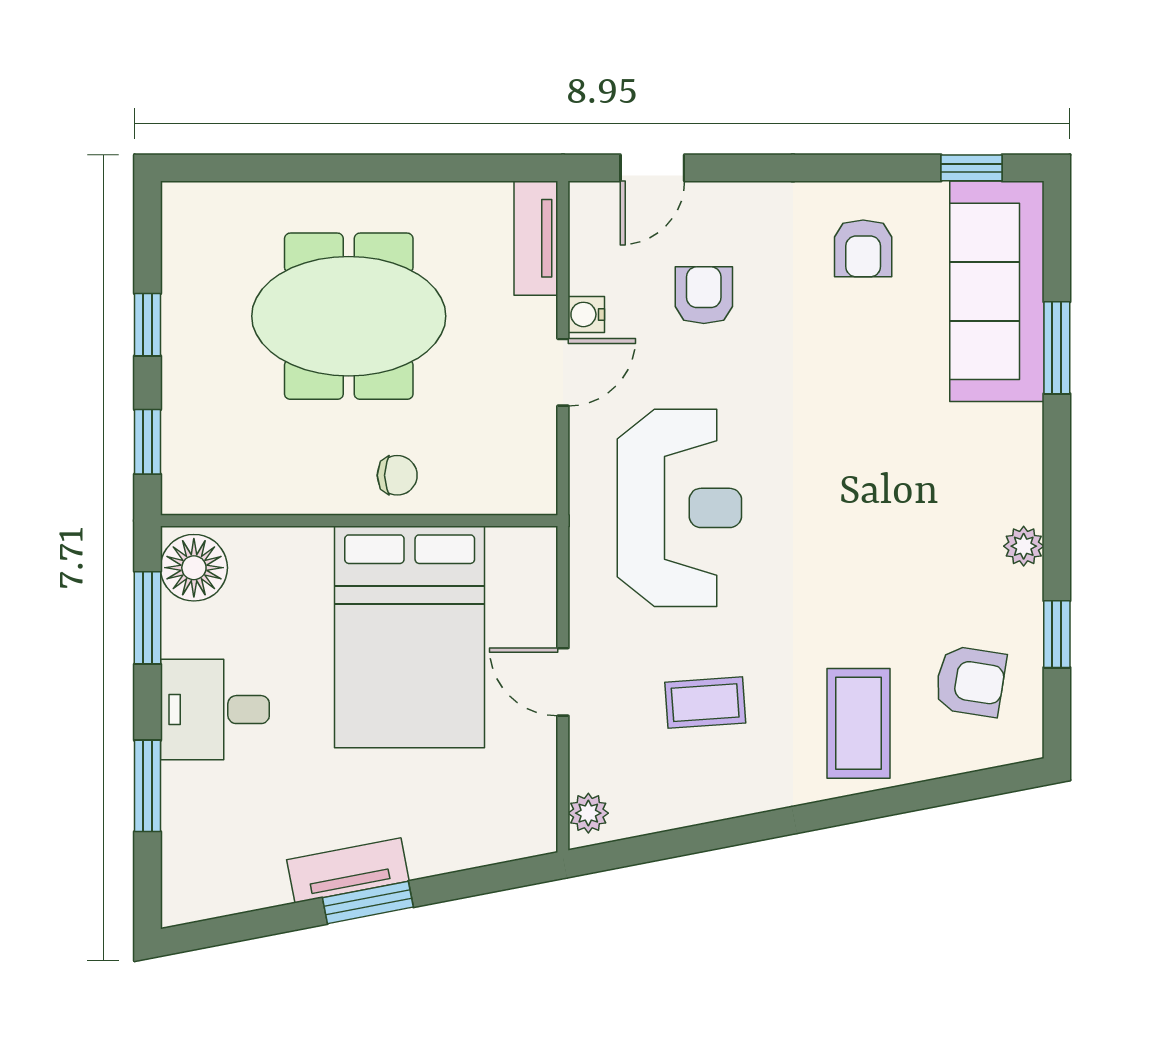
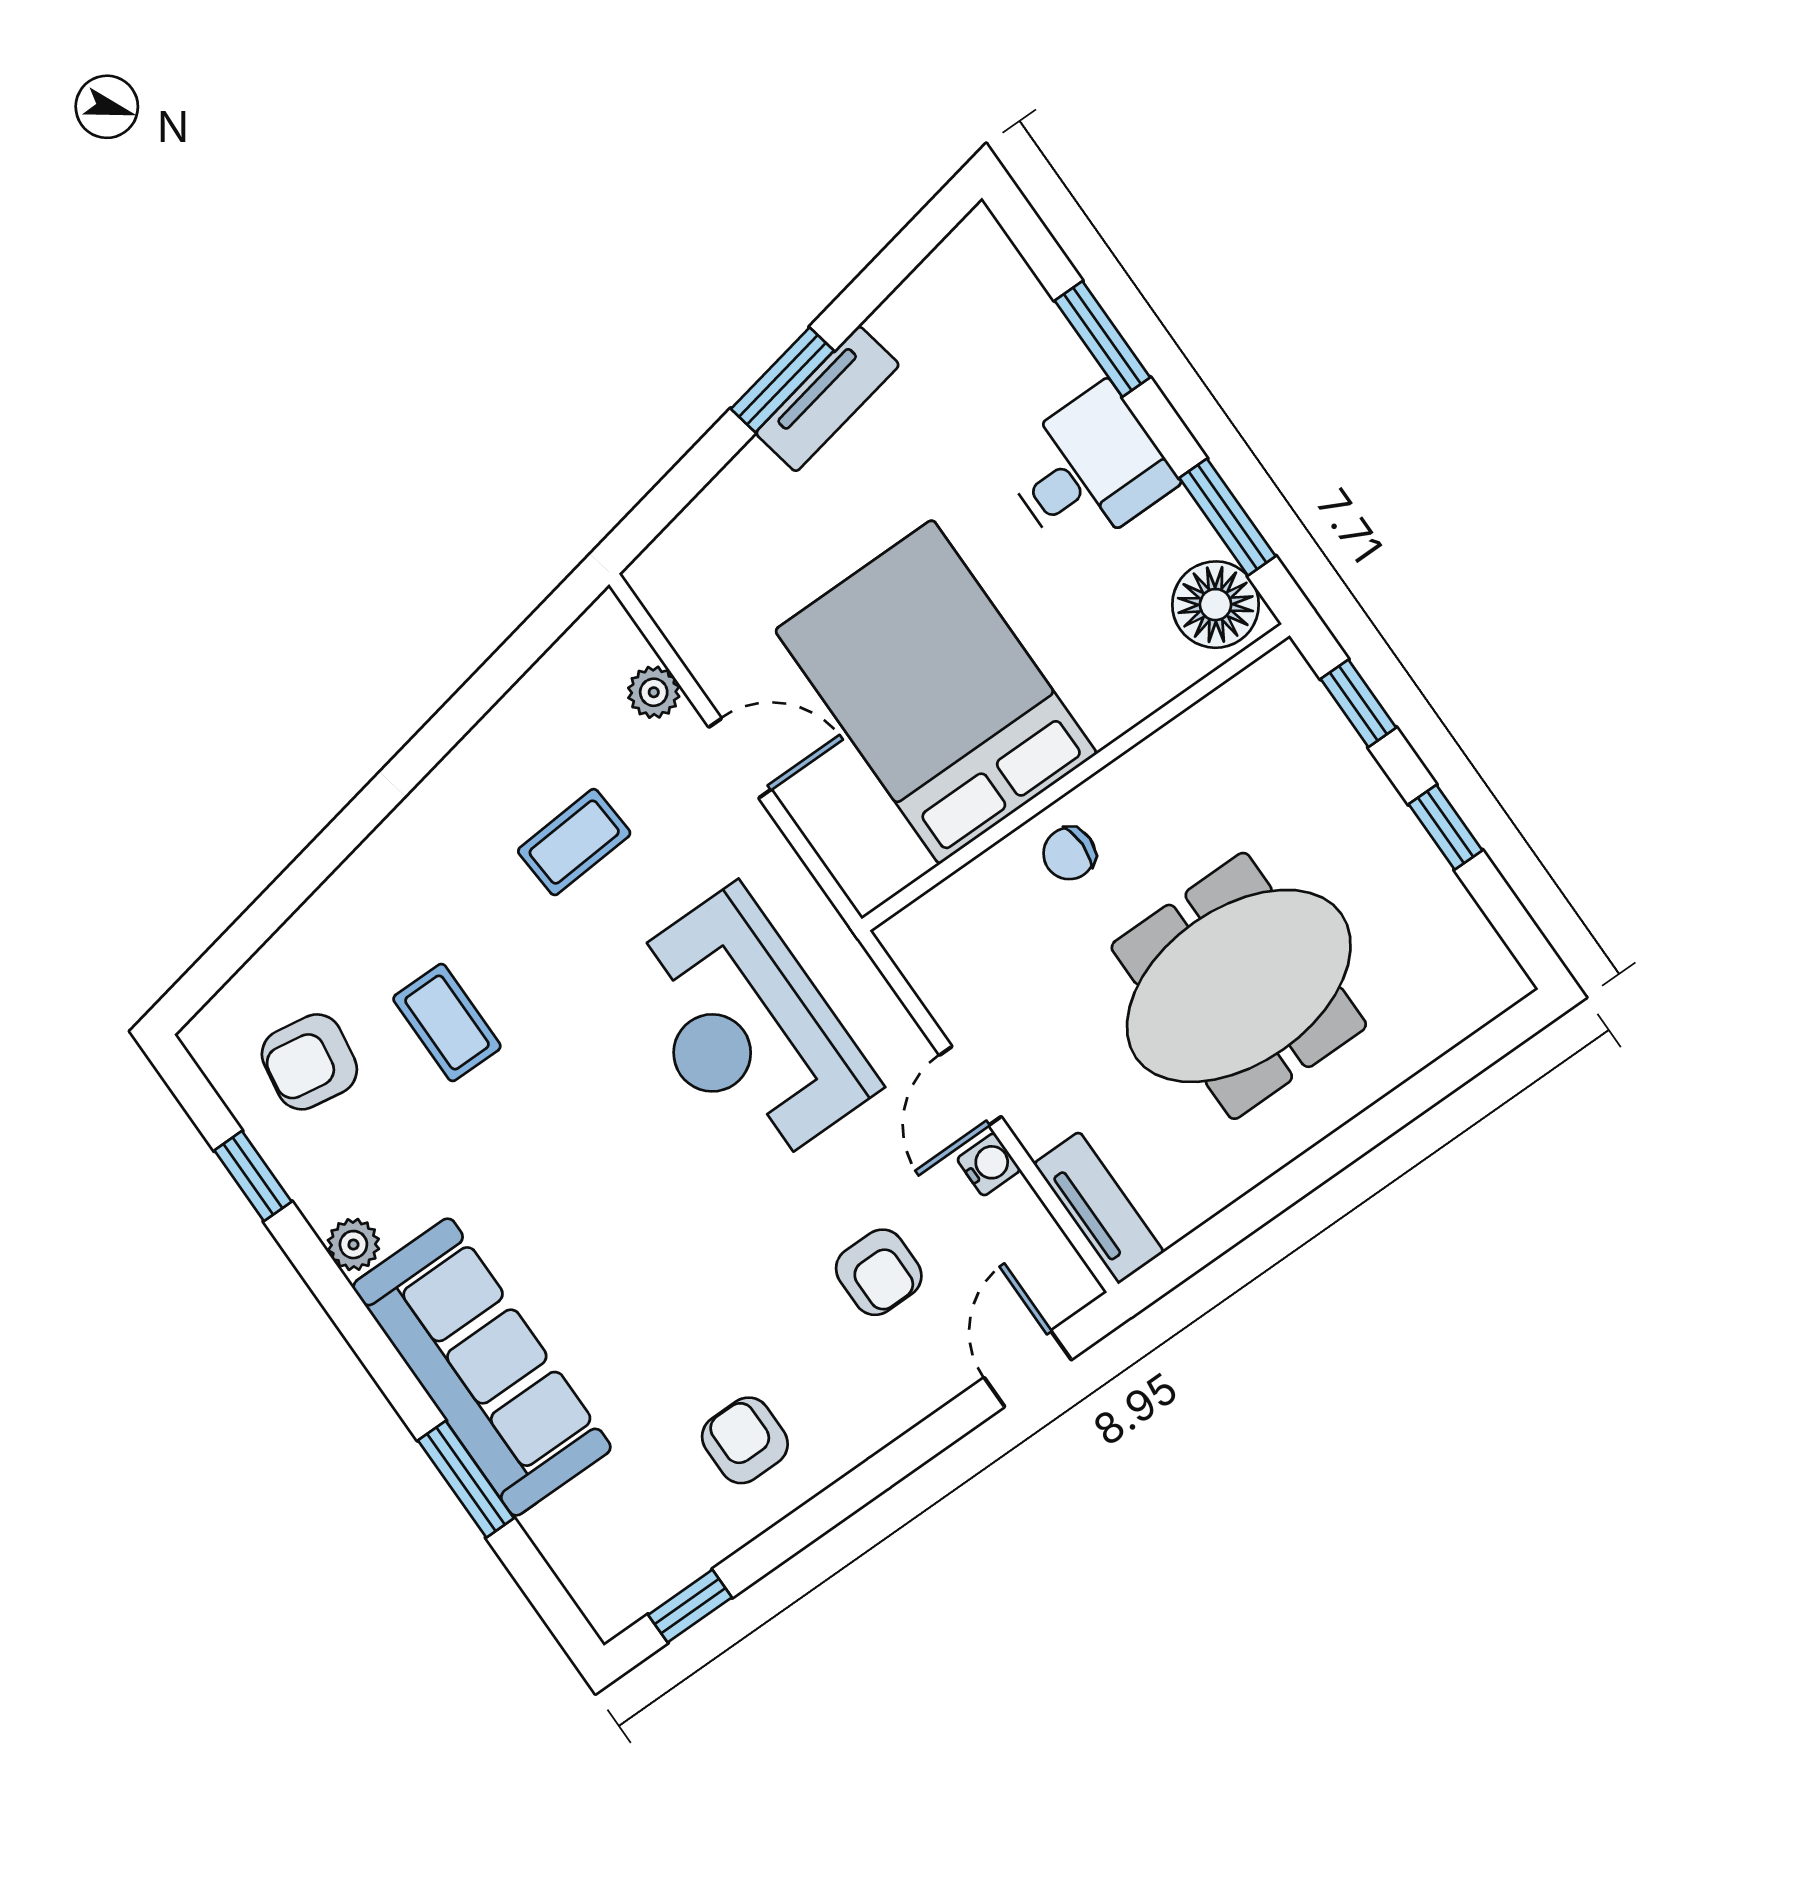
sofa: (997, 291) -> (482, 1367), moved
coffee table: (858, 723) -> (447, 1022), moved, width x0.73, depth x0.77
plant: (588, 813) -> (654, 692), moved

